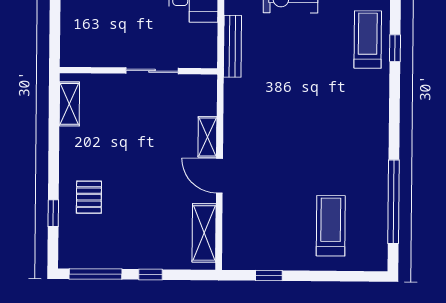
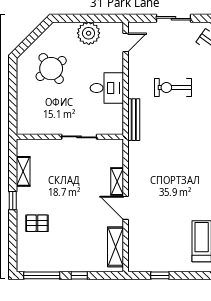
shelving: (69, 104) -> (23, 171), moved
pallet: (89, 197) -> (37, 223), turned 90
window: (53, 213) -> (13, 201), moved

